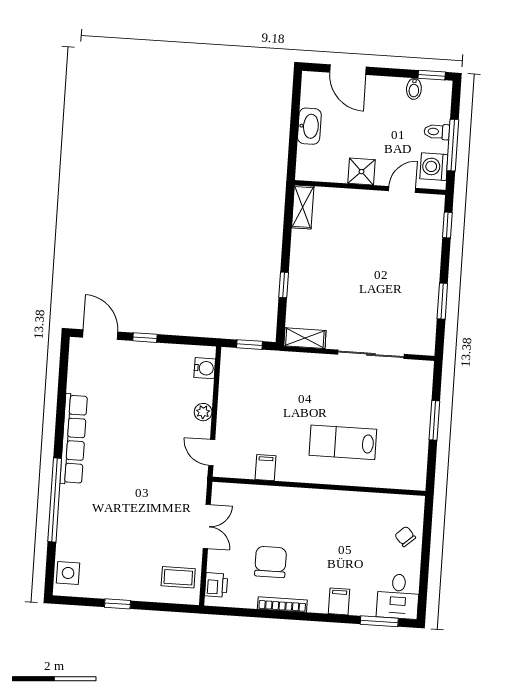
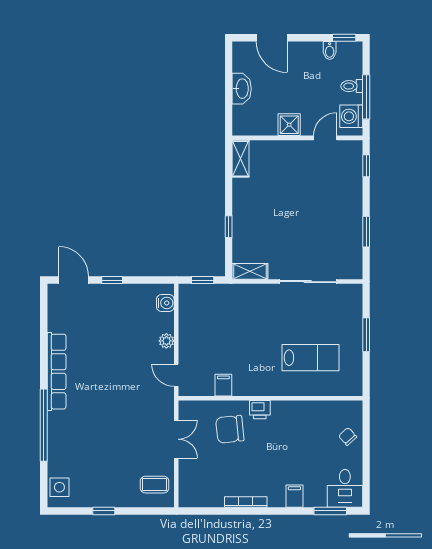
lab bench: (343, 442) -> (310, 358), moved, turned 180
chair: (271, 562) -> (230, 429), moved, turned -96
printer: (216, 585) -> (260, 410), moved, turned 90

